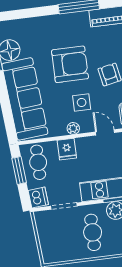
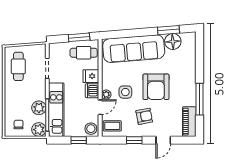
plant: (73, 128) -> (106, 95), moved
dishwasher: (38, 197) -> (92, 91), moved, turned 95
cafe table: (93, 232) -> (18, 66), moved, turned 90

